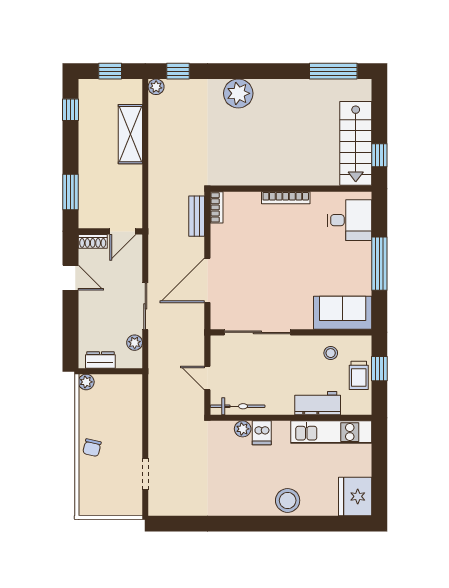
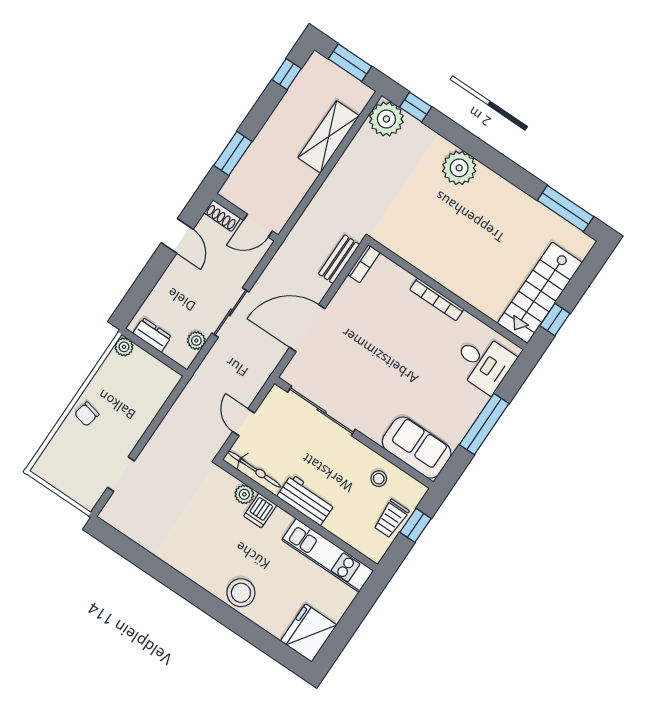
window: (110, 71) -> (350, 63), width x1.50
plant: (156, 87) -> (386, 119), width x1.88, depth x1.88
workbench: (318, 403) -> (306, 500), moved

